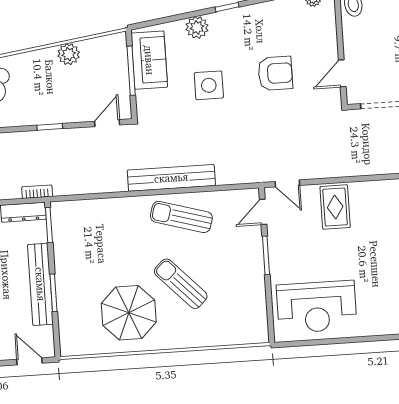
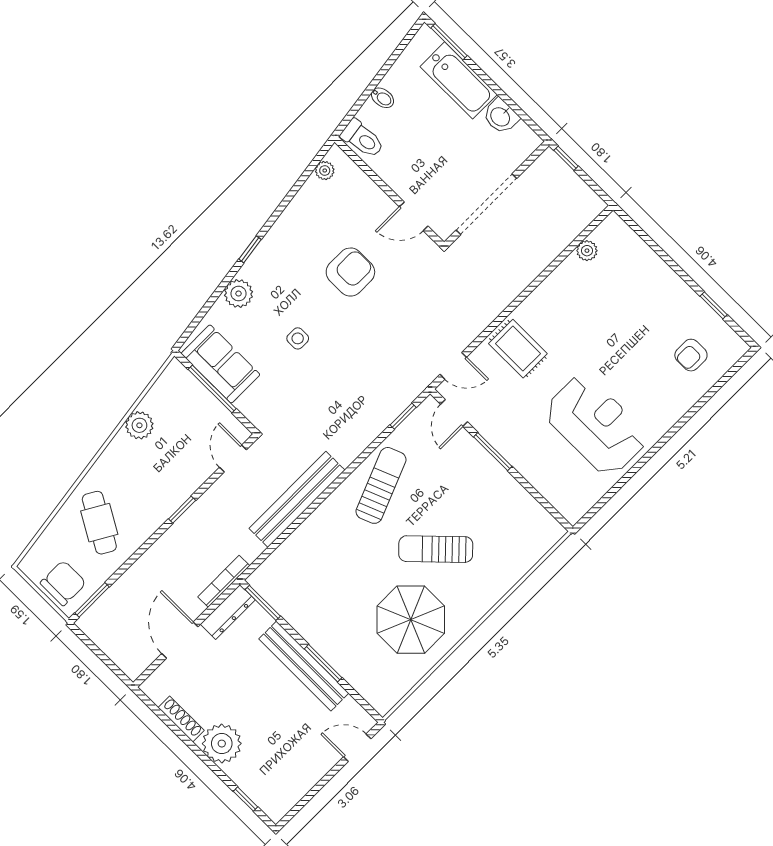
door: (342, 73) -> (414, 216), hinge flipped
side table: (209, 85) -> (298, 338), width x0.54, depth x0.54
bench: (171, 178) -> (297, 499), moved
window: (231, 187) -> (403, 416), added
bookcase: (37, 192) -> (224, 581), width x1.56
sun lounger: (181, 217) -> (381, 485), turned 142
reception desk: (317, 307) -> (596, 425), moved, turned -90

